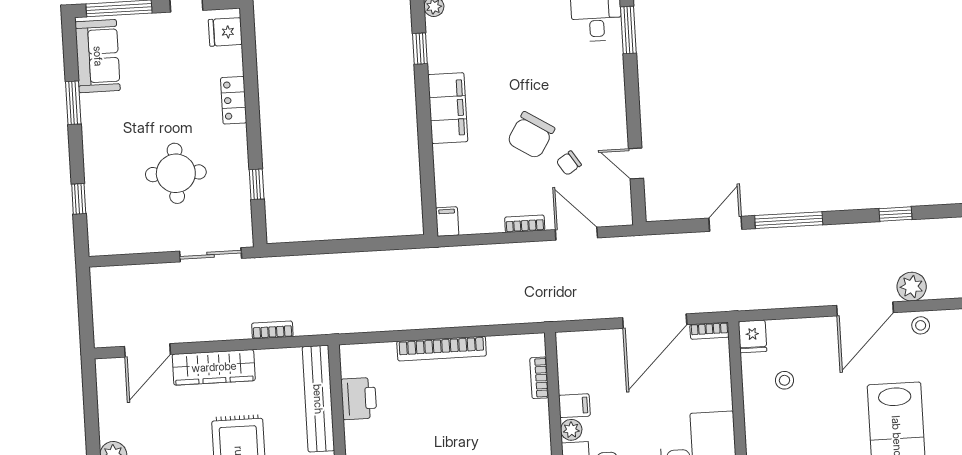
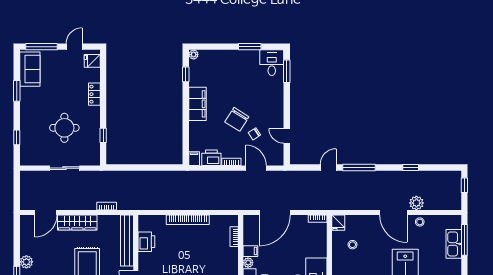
printer: (483, 218) -> (211, 158), added
sliding door: (211, 255) -> (65, 168), moved
door: (865, 309) -> (393, 212), hinge flipped
door: (655, 321) -> (275, 212), moved

